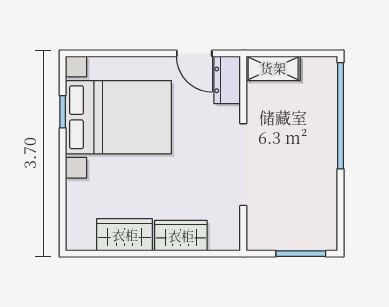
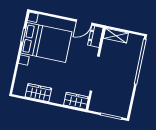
door: (194, 53) -> (84, 22), hinge flipped
wardrobe: (181, 236) -> (76, 101), moved

